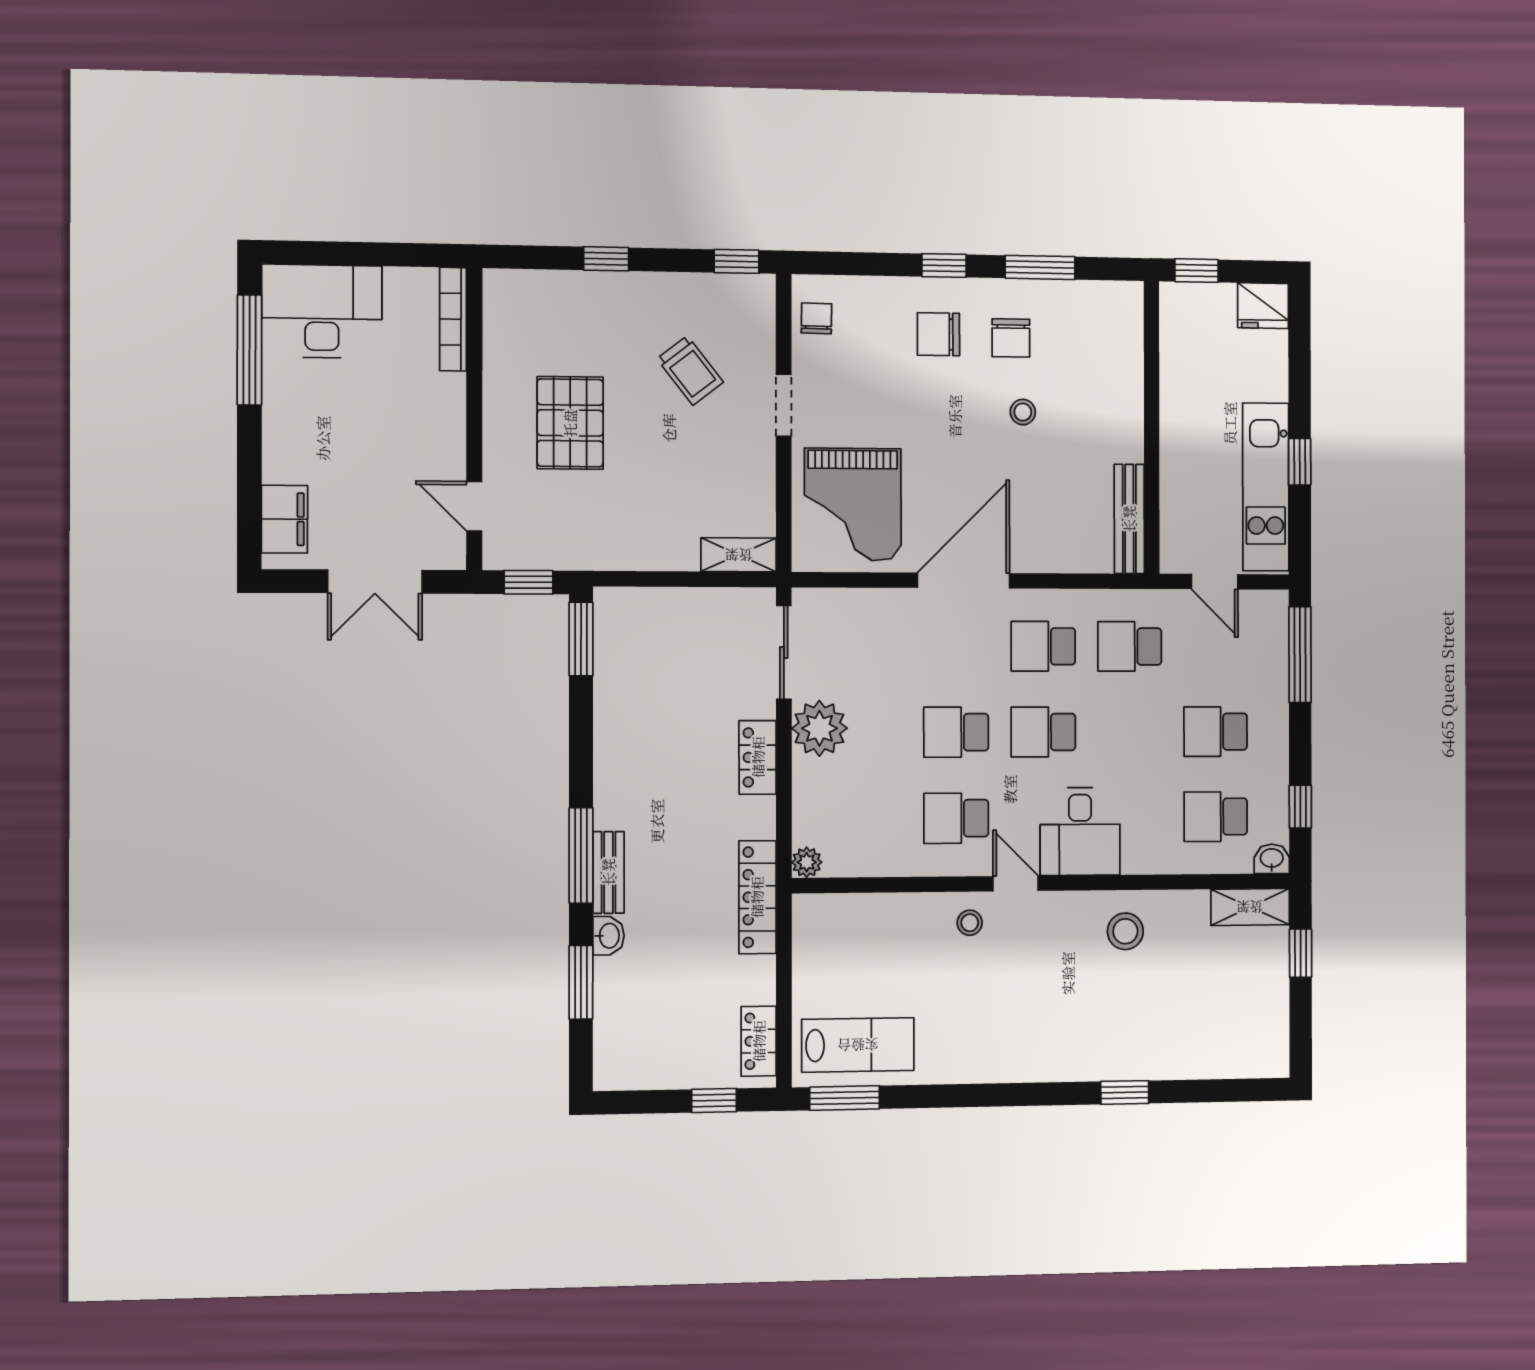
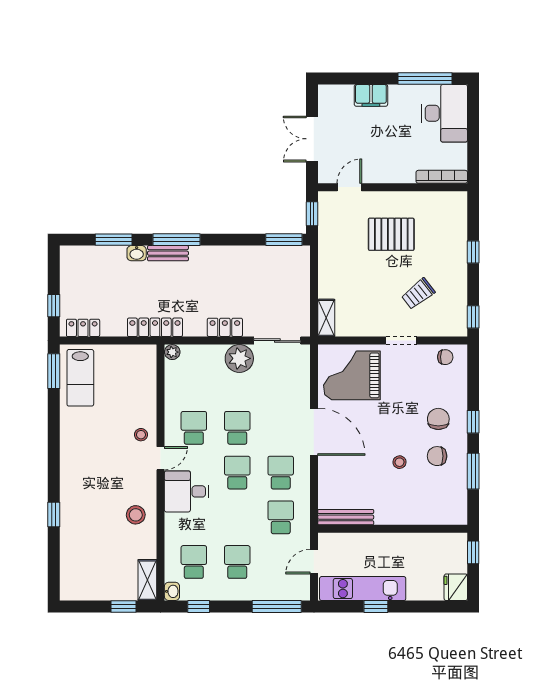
filing cabinet: (284, 519) -> (371, 95), moved

